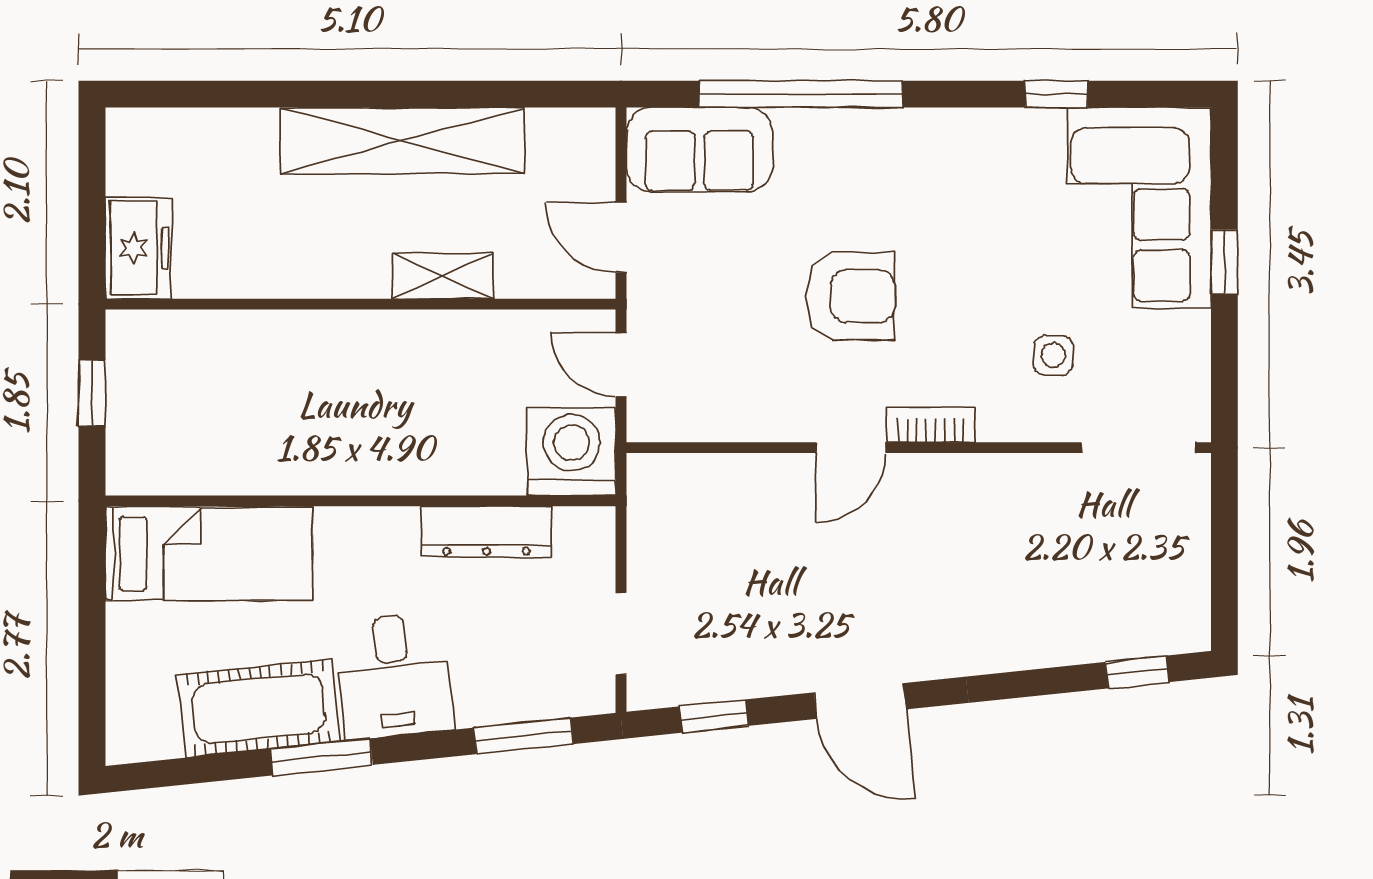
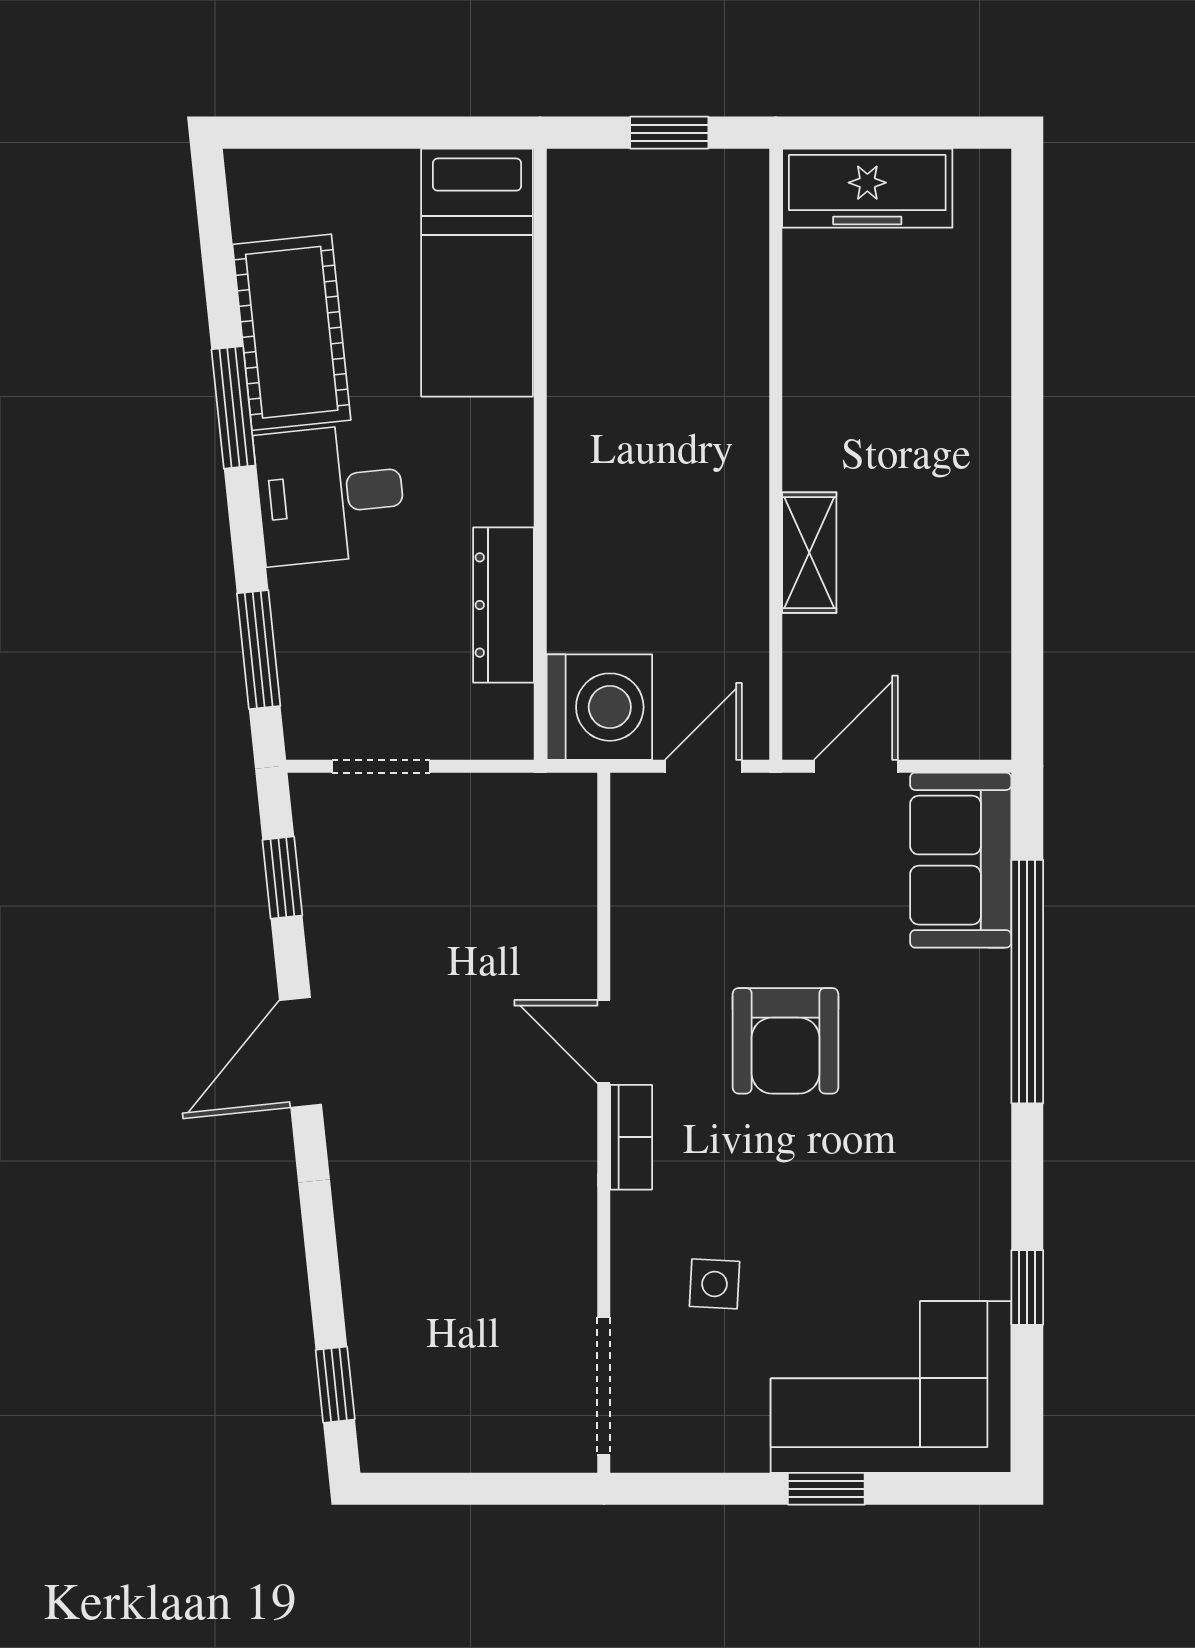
shelving: (402, 141) -> (971, 505), removed
freezer: (138, 248) -> (867, 188), width x1.40

